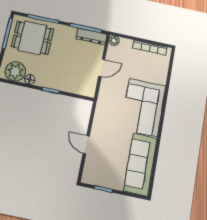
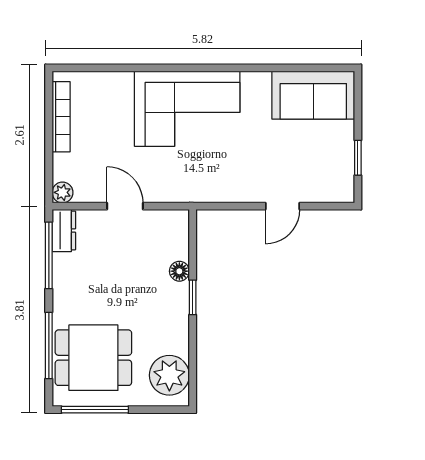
dresser: (92, 36) -> (64, 231), width x0.70
dining table: (32, 38) -> (93, 358), turned 90
floor lamp: (30, 79) -> (179, 271), moved
sofa: (140, 164) -> (313, 95), width x0.73

